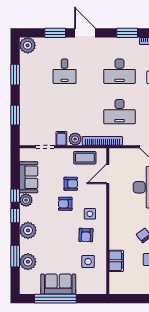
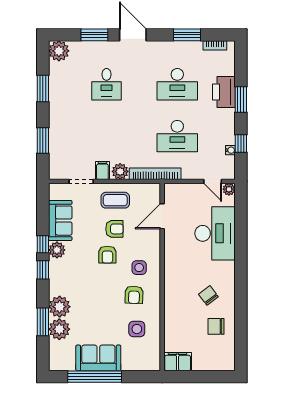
coffee table: (85, 158) -> (115, 200), moved
armchair: (65, 204) -> (107, 255), turned -90
plant: (28, 230) -> (60, 307), moved
filing cabinet: (116, 261) -> (178, 362), moved, turned -90

